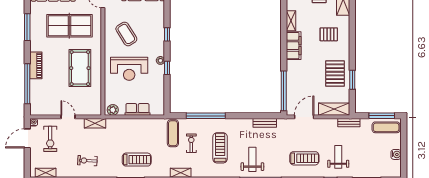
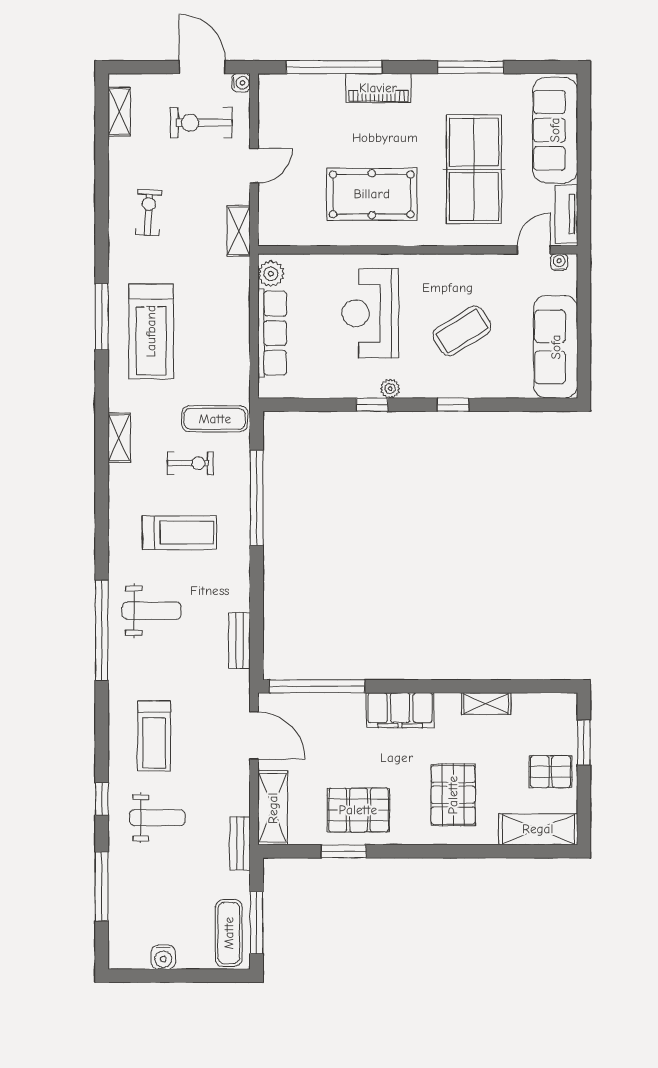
coffee table: (126, 34) -> (462, 331), moved
pallet: (329, 34) -> (453, 795), width x1.50, depth x1.42
filing cabinet: (294, 46) -> (400, 710), moved
row of seats: (137, 109) -> (272, 333), width x1.48
treadmill: (137, 160) -> (151, 331), width x1.37, depth x1.38

